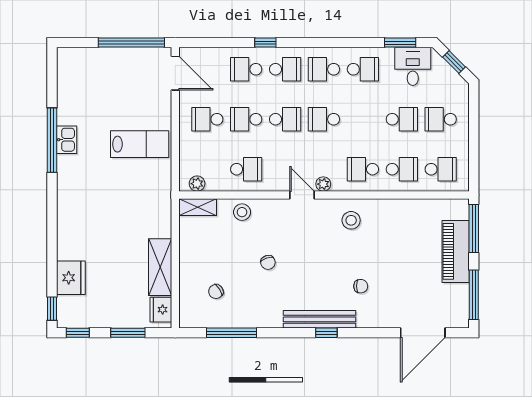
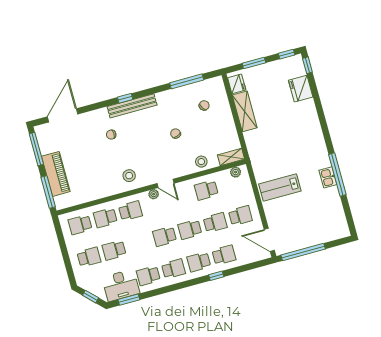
desk: (413, 66) -> (121, 285), width x1.37
school desk: (324, 119) -> (165, 236), turned 180

